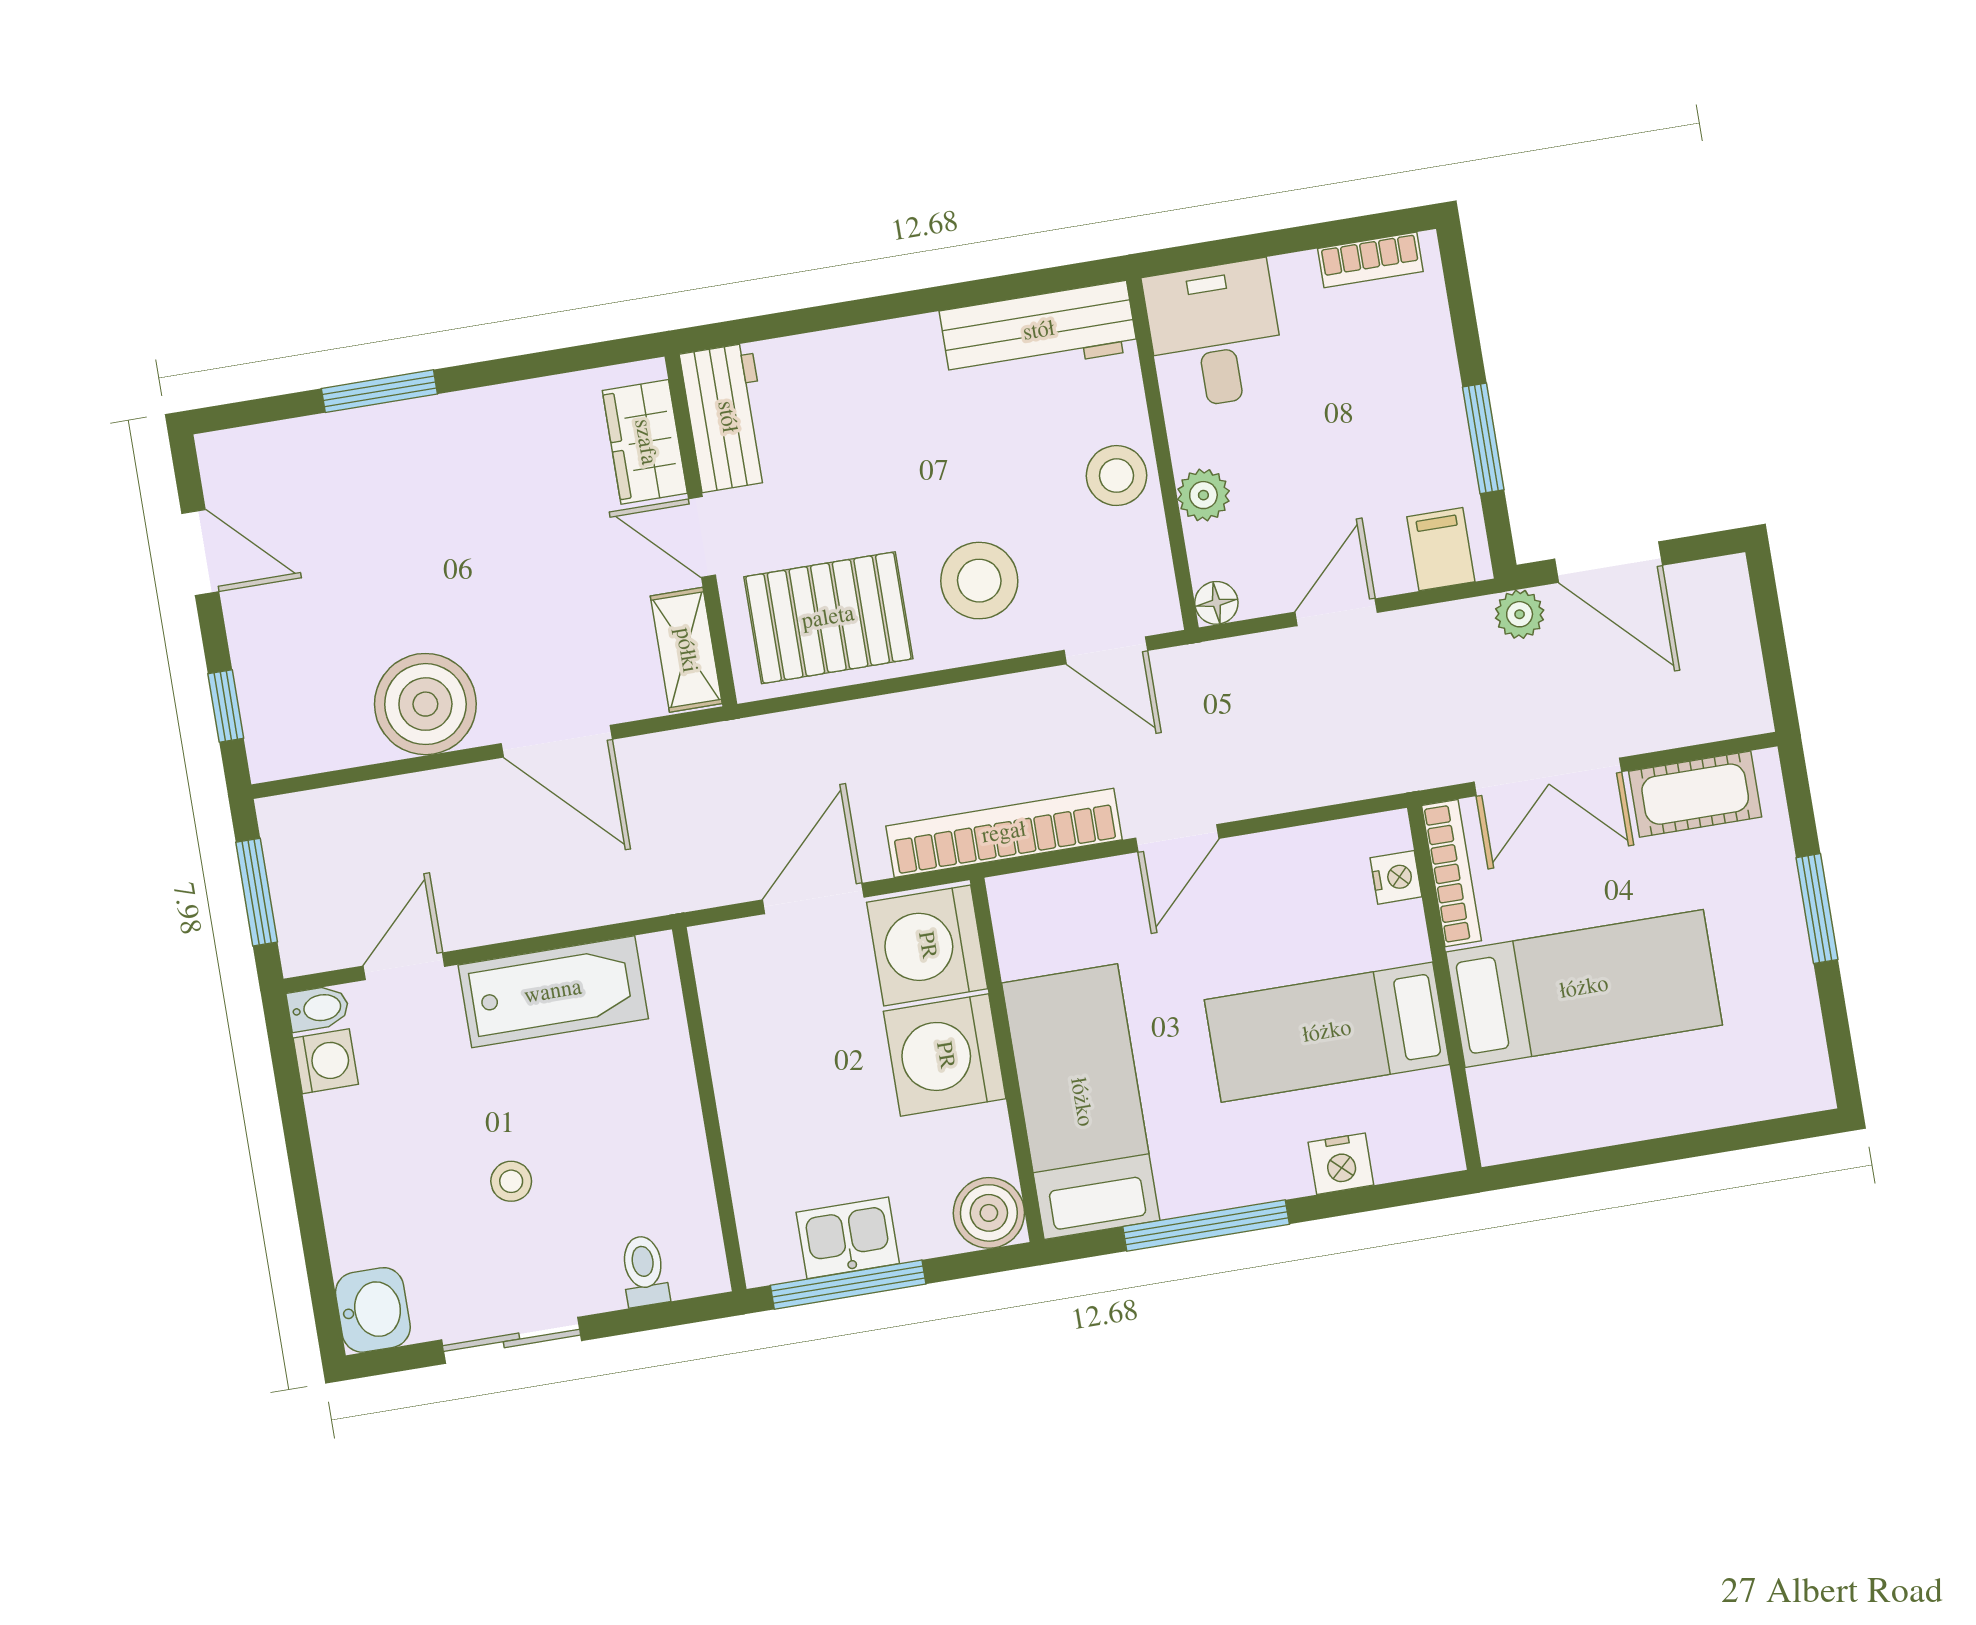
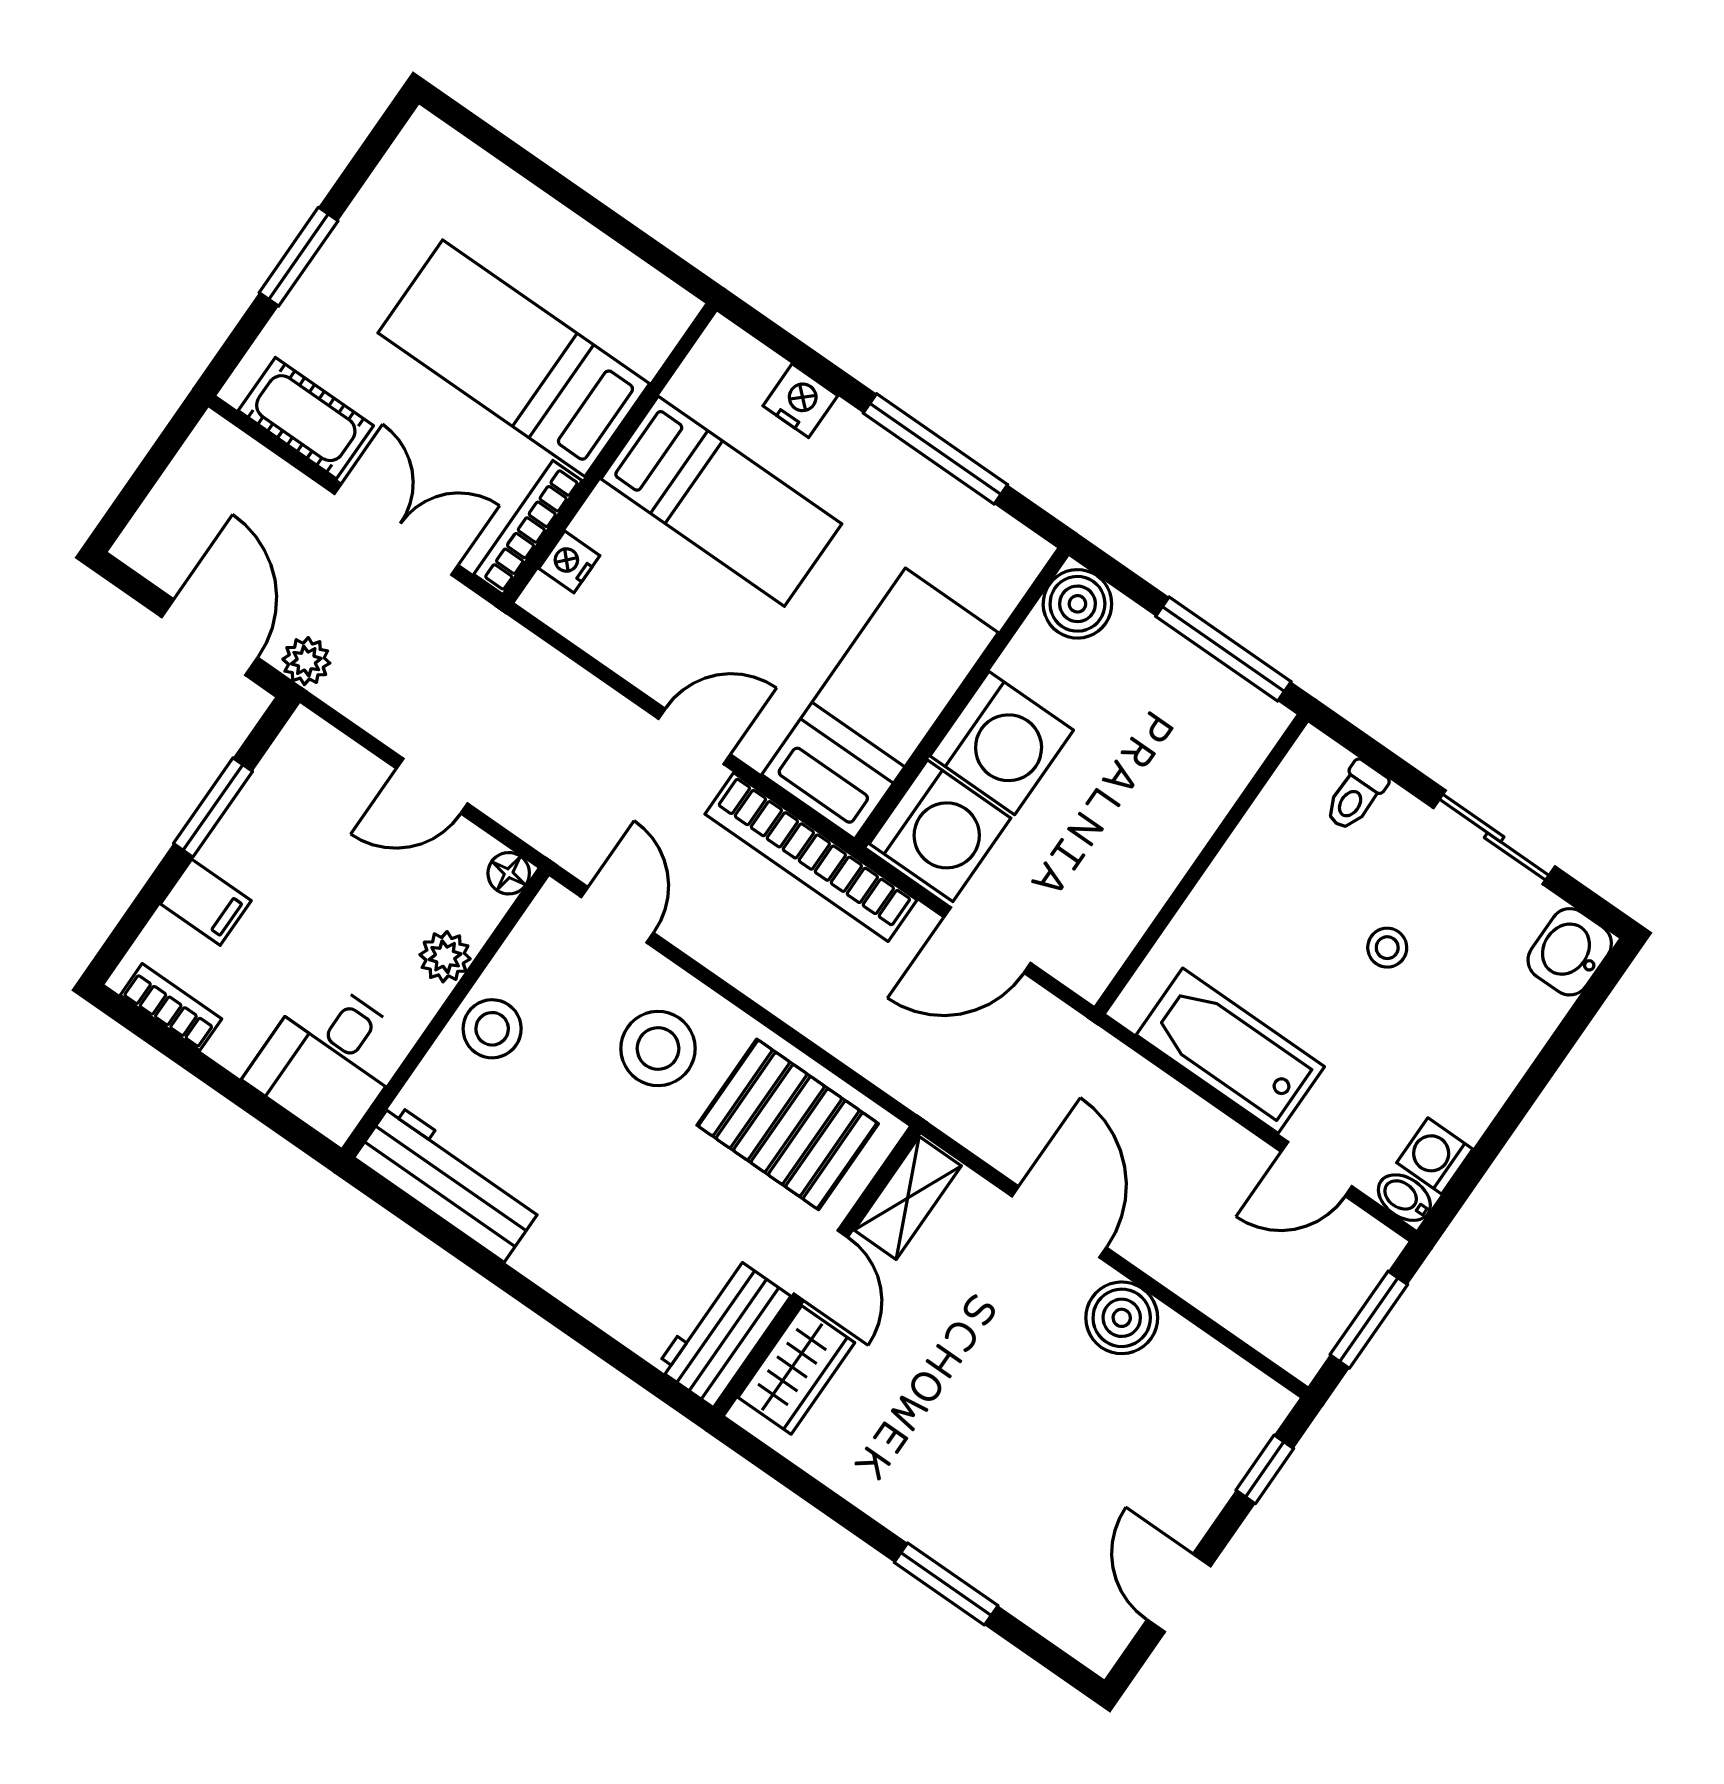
filing cabinet: (1441, 549) -> (206, 902), moved, turned -90
boiler: (425, 704) -> (1122, 1318), width x0.73, depth x0.73
bed: (1081, 1102) -> (880, 704), moved, turned 180
kitchen sink: (848, 1238) -> (1192, 682), removed

